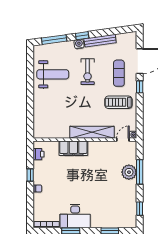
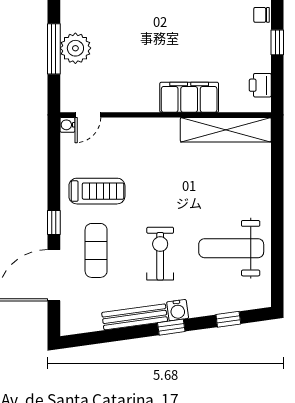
window: (54, 40) -> (228, 319), width x0.46
shelving: (92, 132) -> (226, 130), moved

